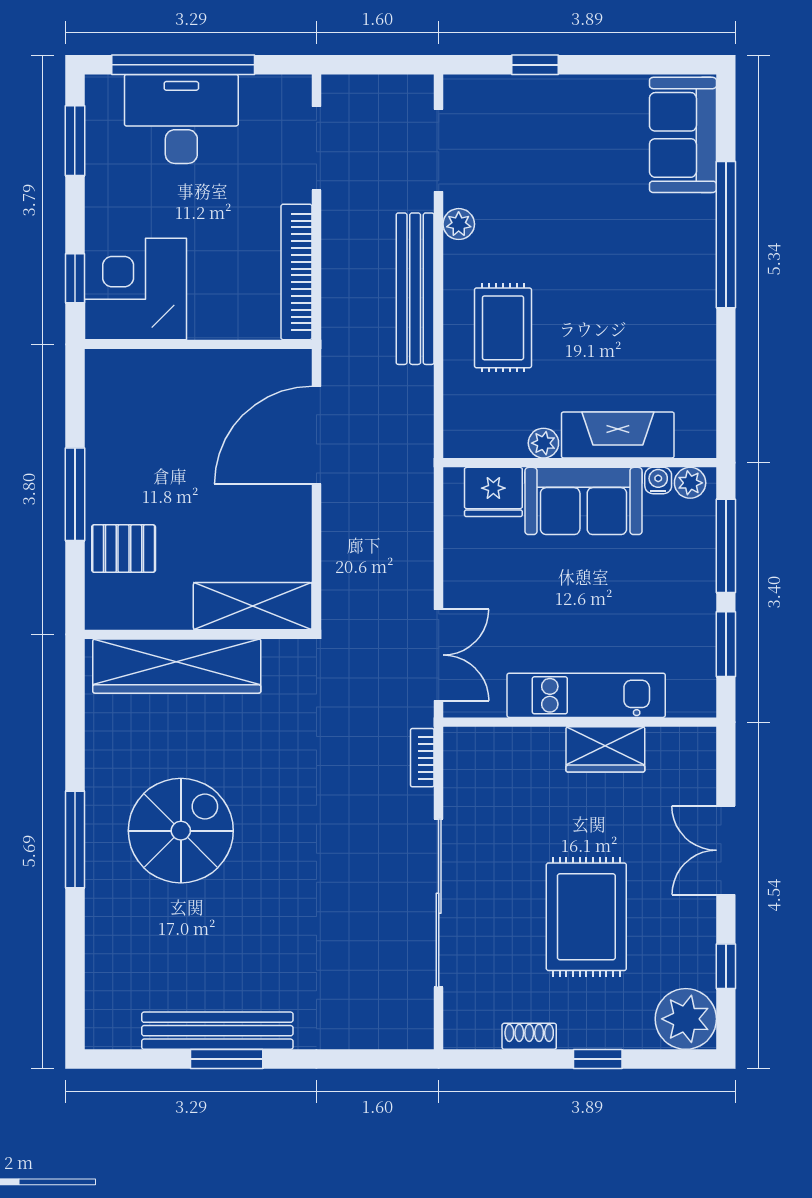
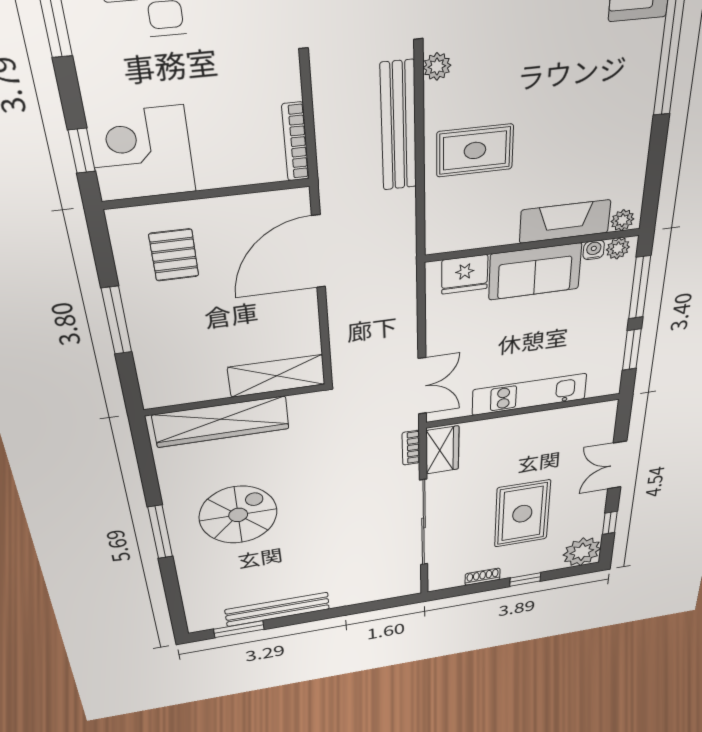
bookcase: (296, 272) -> (296, 142), width x0.68, depth x0.76
rug: (503, 328) -> (475, 150), turned 90
plant: (543, 443) -> (622, 220), moved
pallet: (124, 549) -> (174, 255), moved, turned 90
wardrobe: (605, 749) -> (442, 450), moved, turned -90
window: (227, 1059) -> (239, 629), moved

